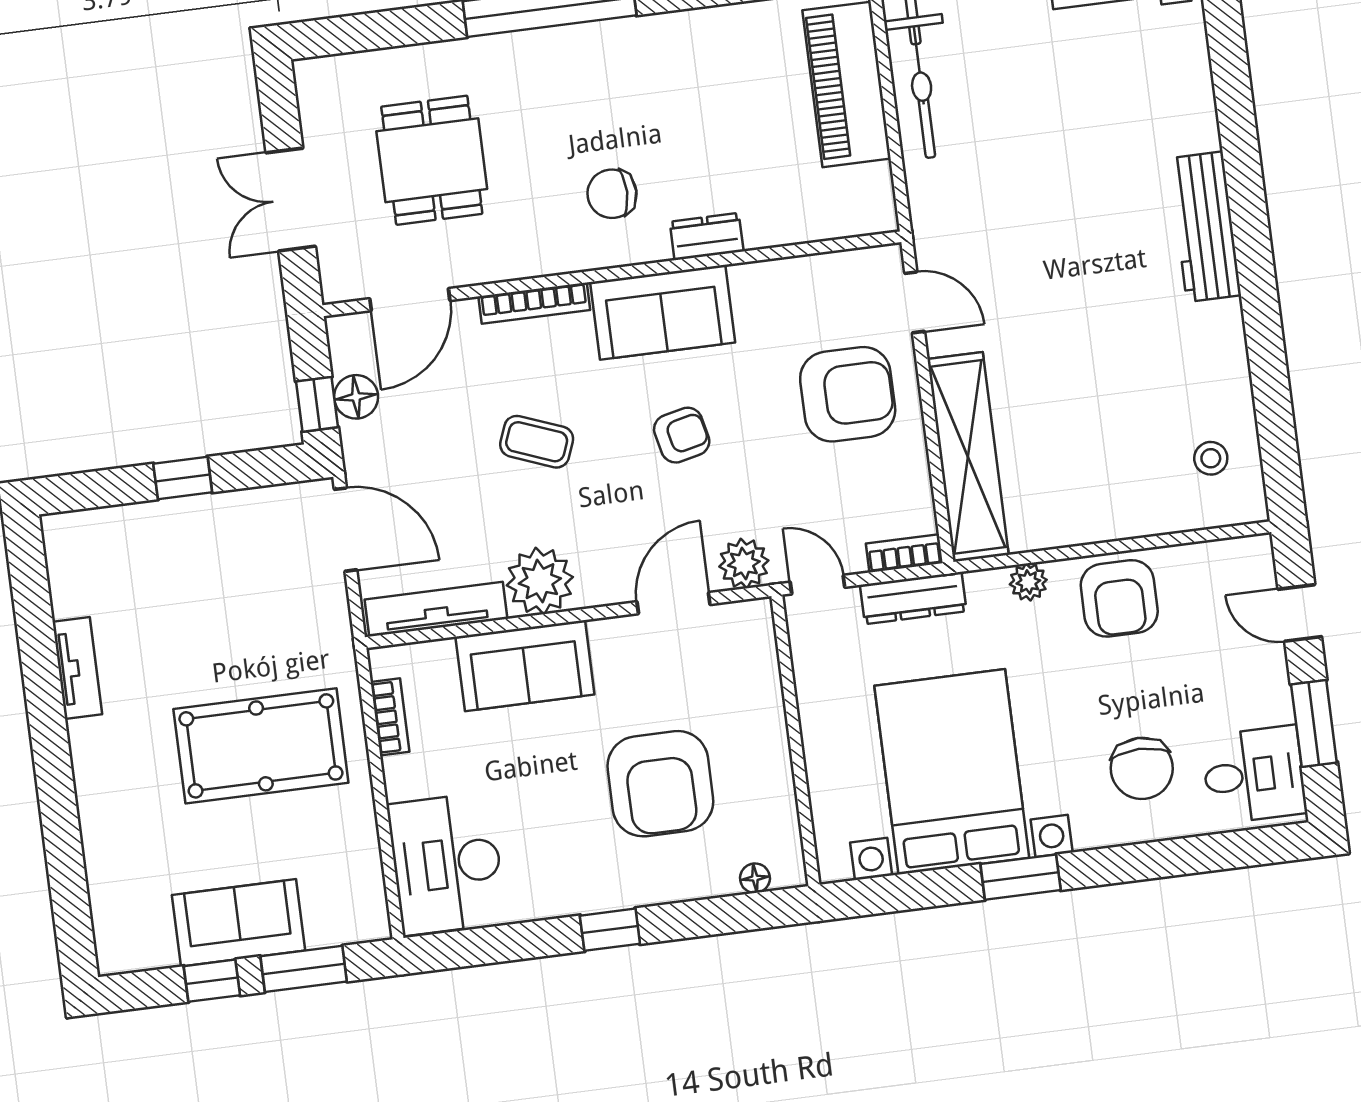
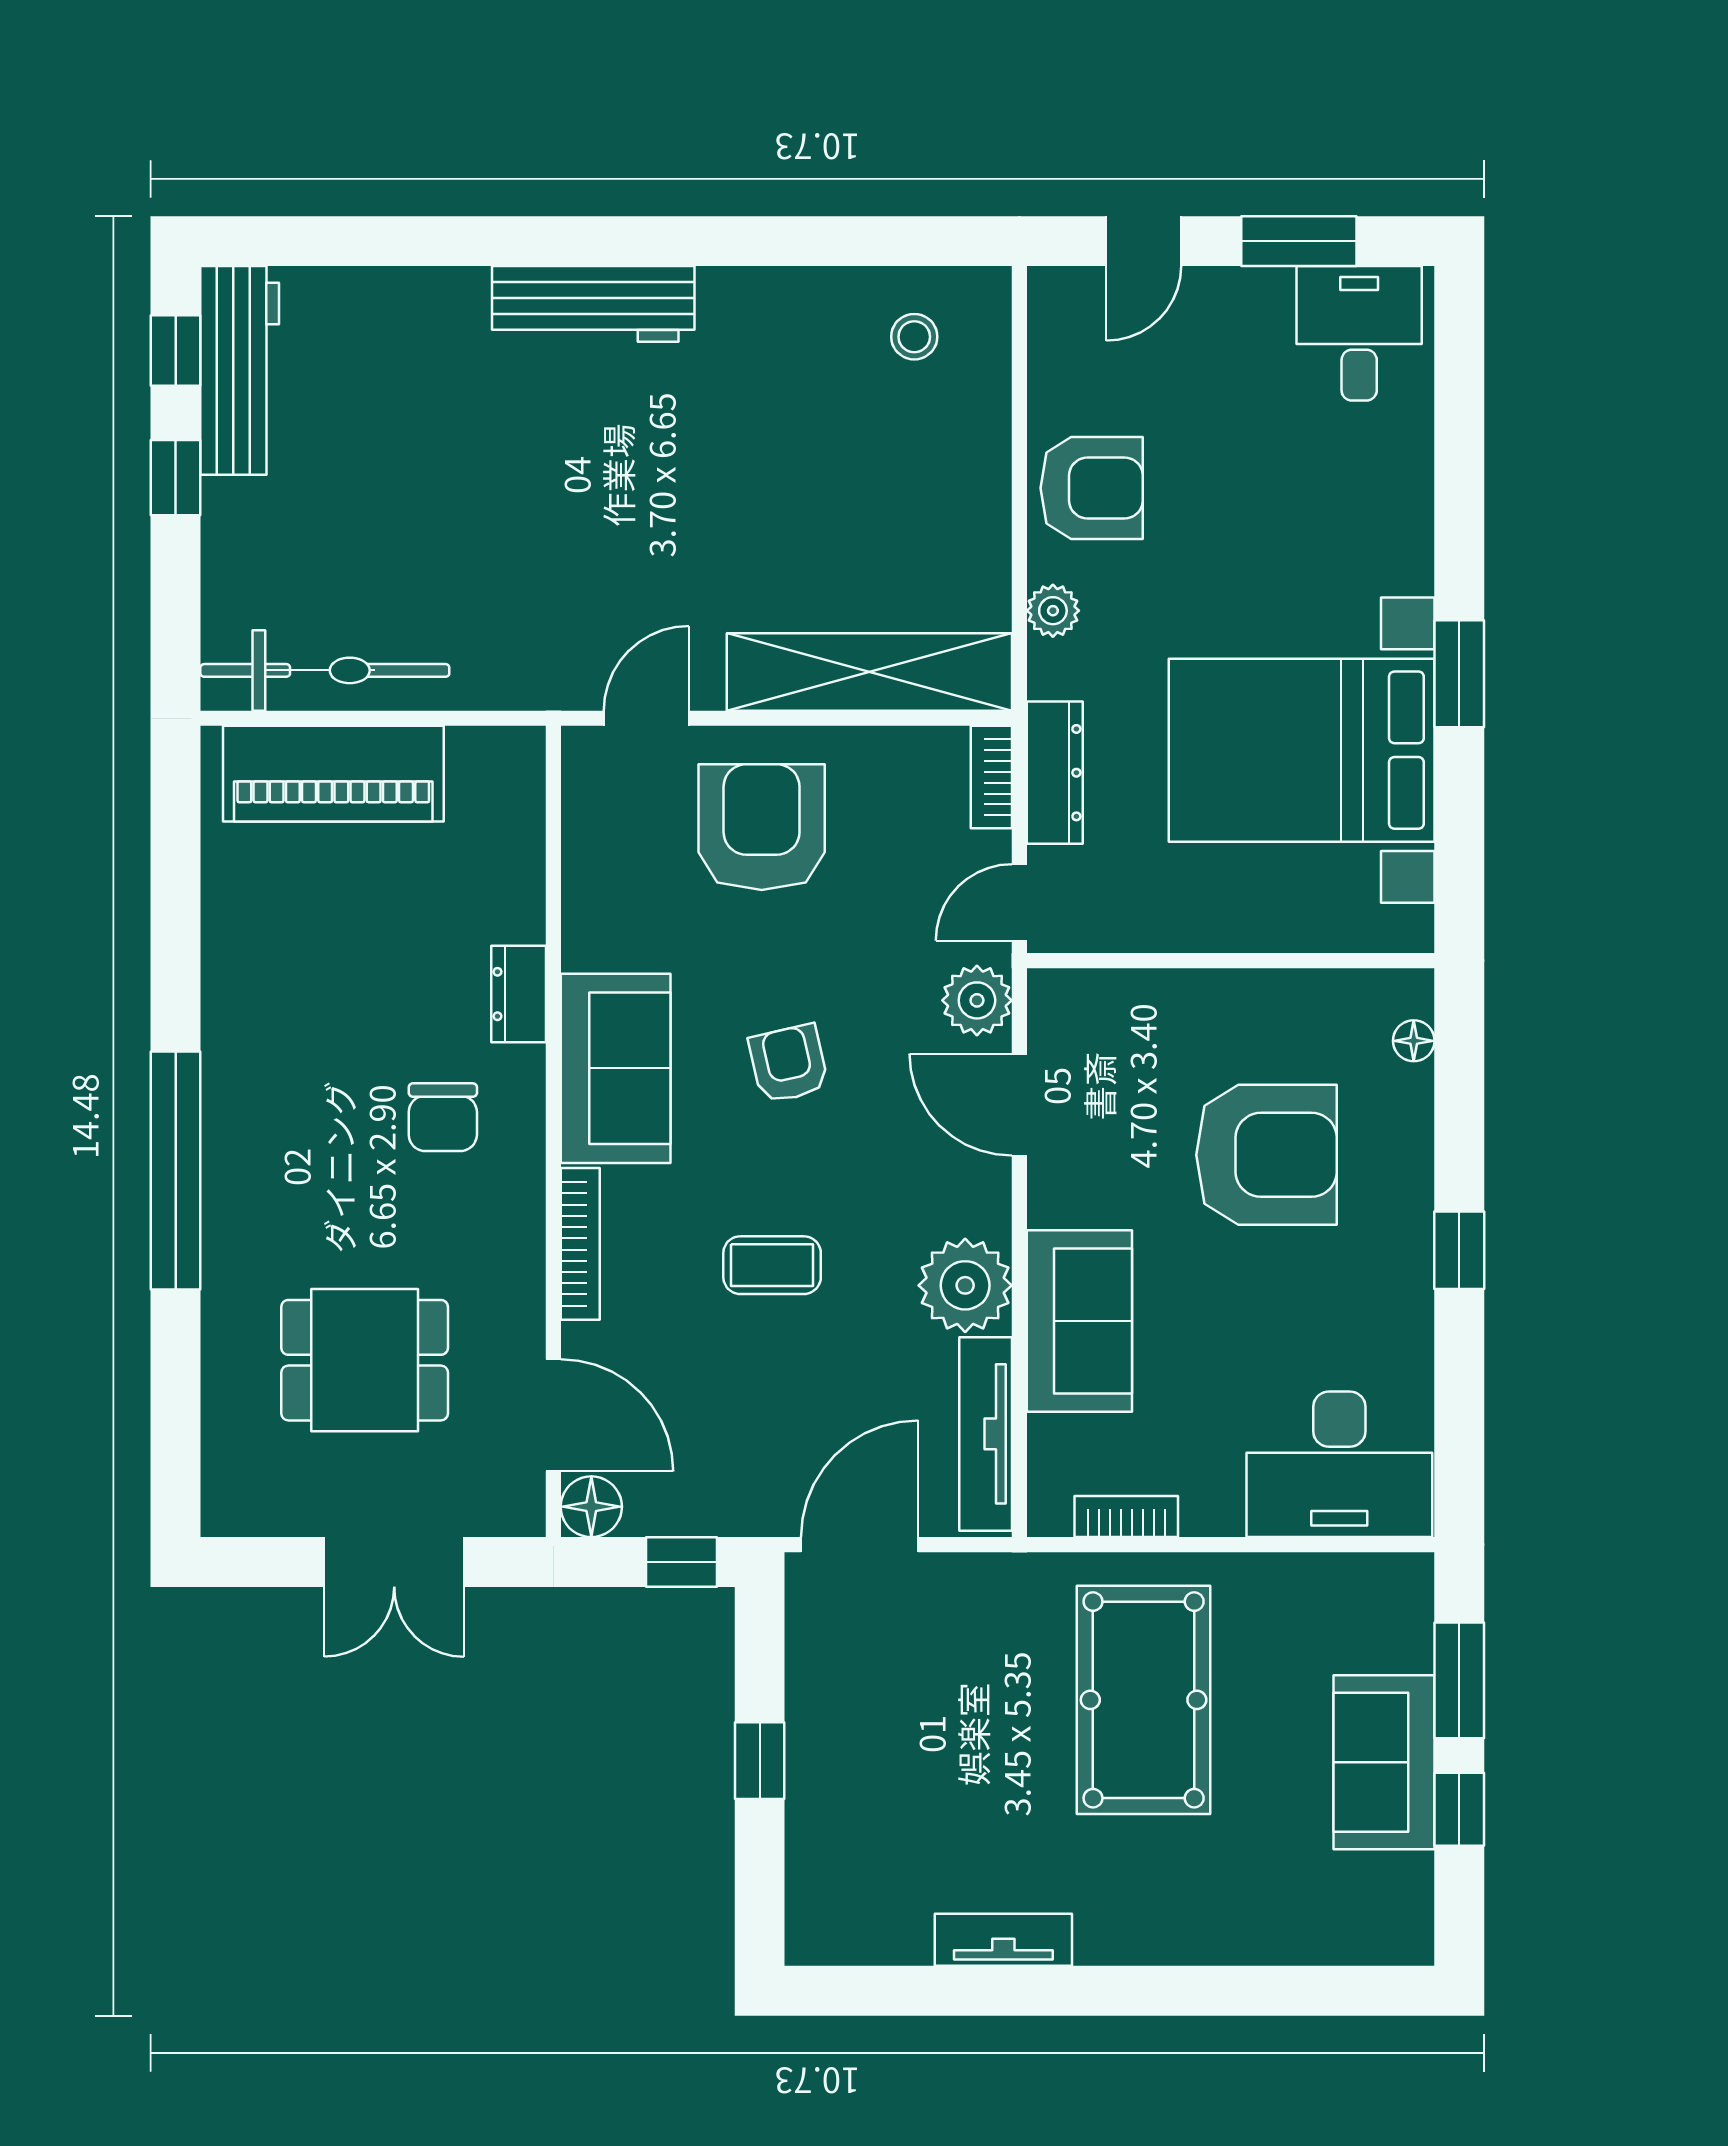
floor lamp: (356, 397) -> (591, 1507), moved
coffee table: (537, 442) -> (772, 1265), turned 69
chair: (1142, 768) -> (1330, 487), removed

